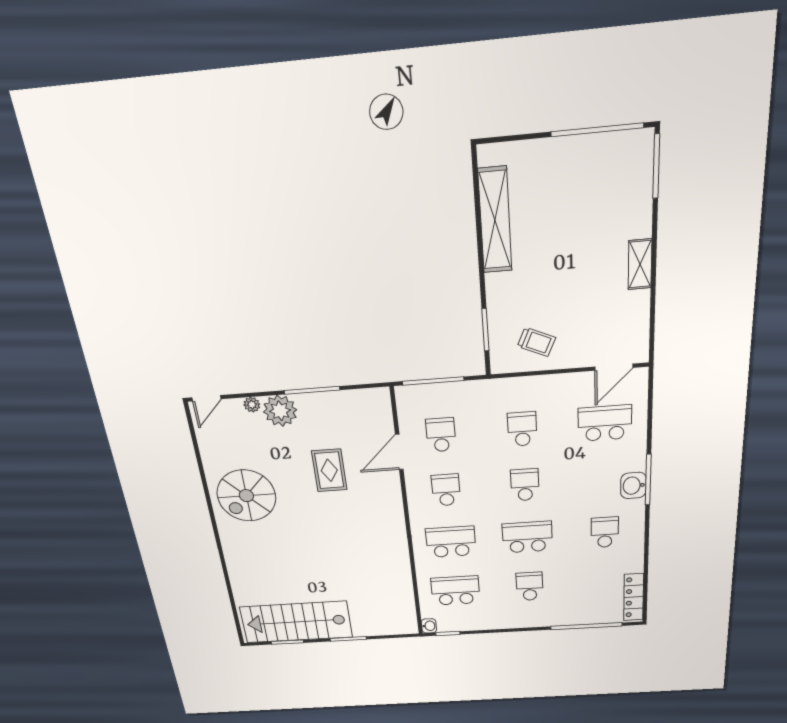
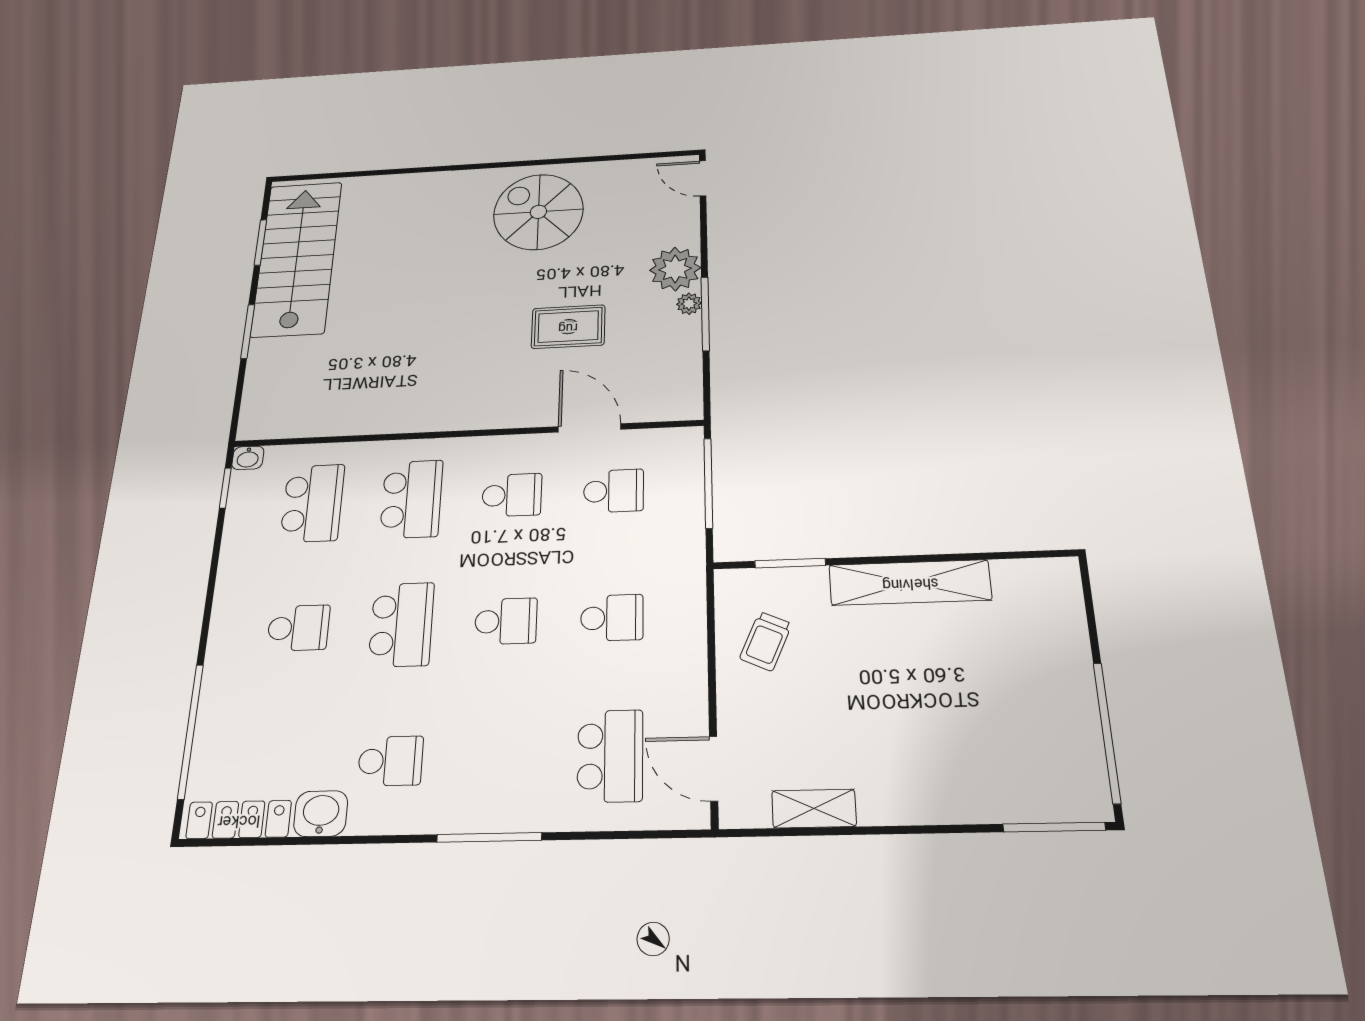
shelving: (495, 220) -> (910, 583), moved
shelving: (640, 264) -> (814, 809), moved
plant: (252, 405) -> (689, 304), moved
washbasin: (633, 485) -> (321, 814), moved

